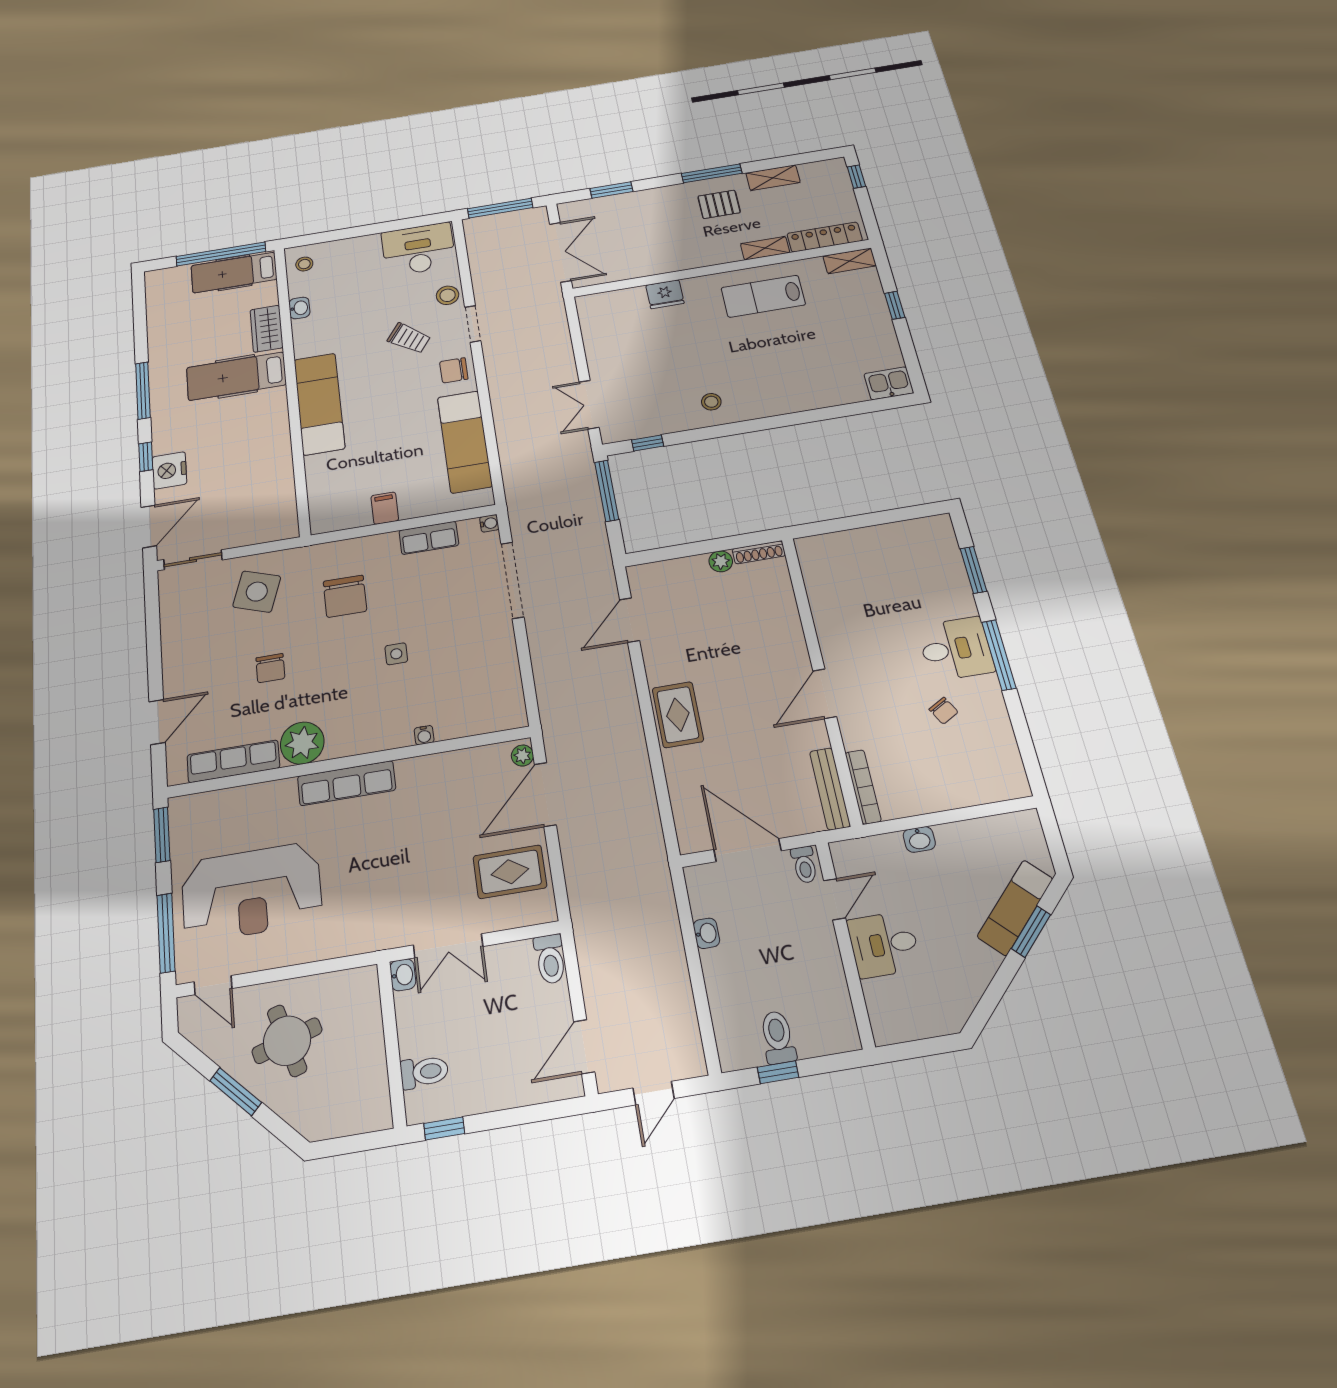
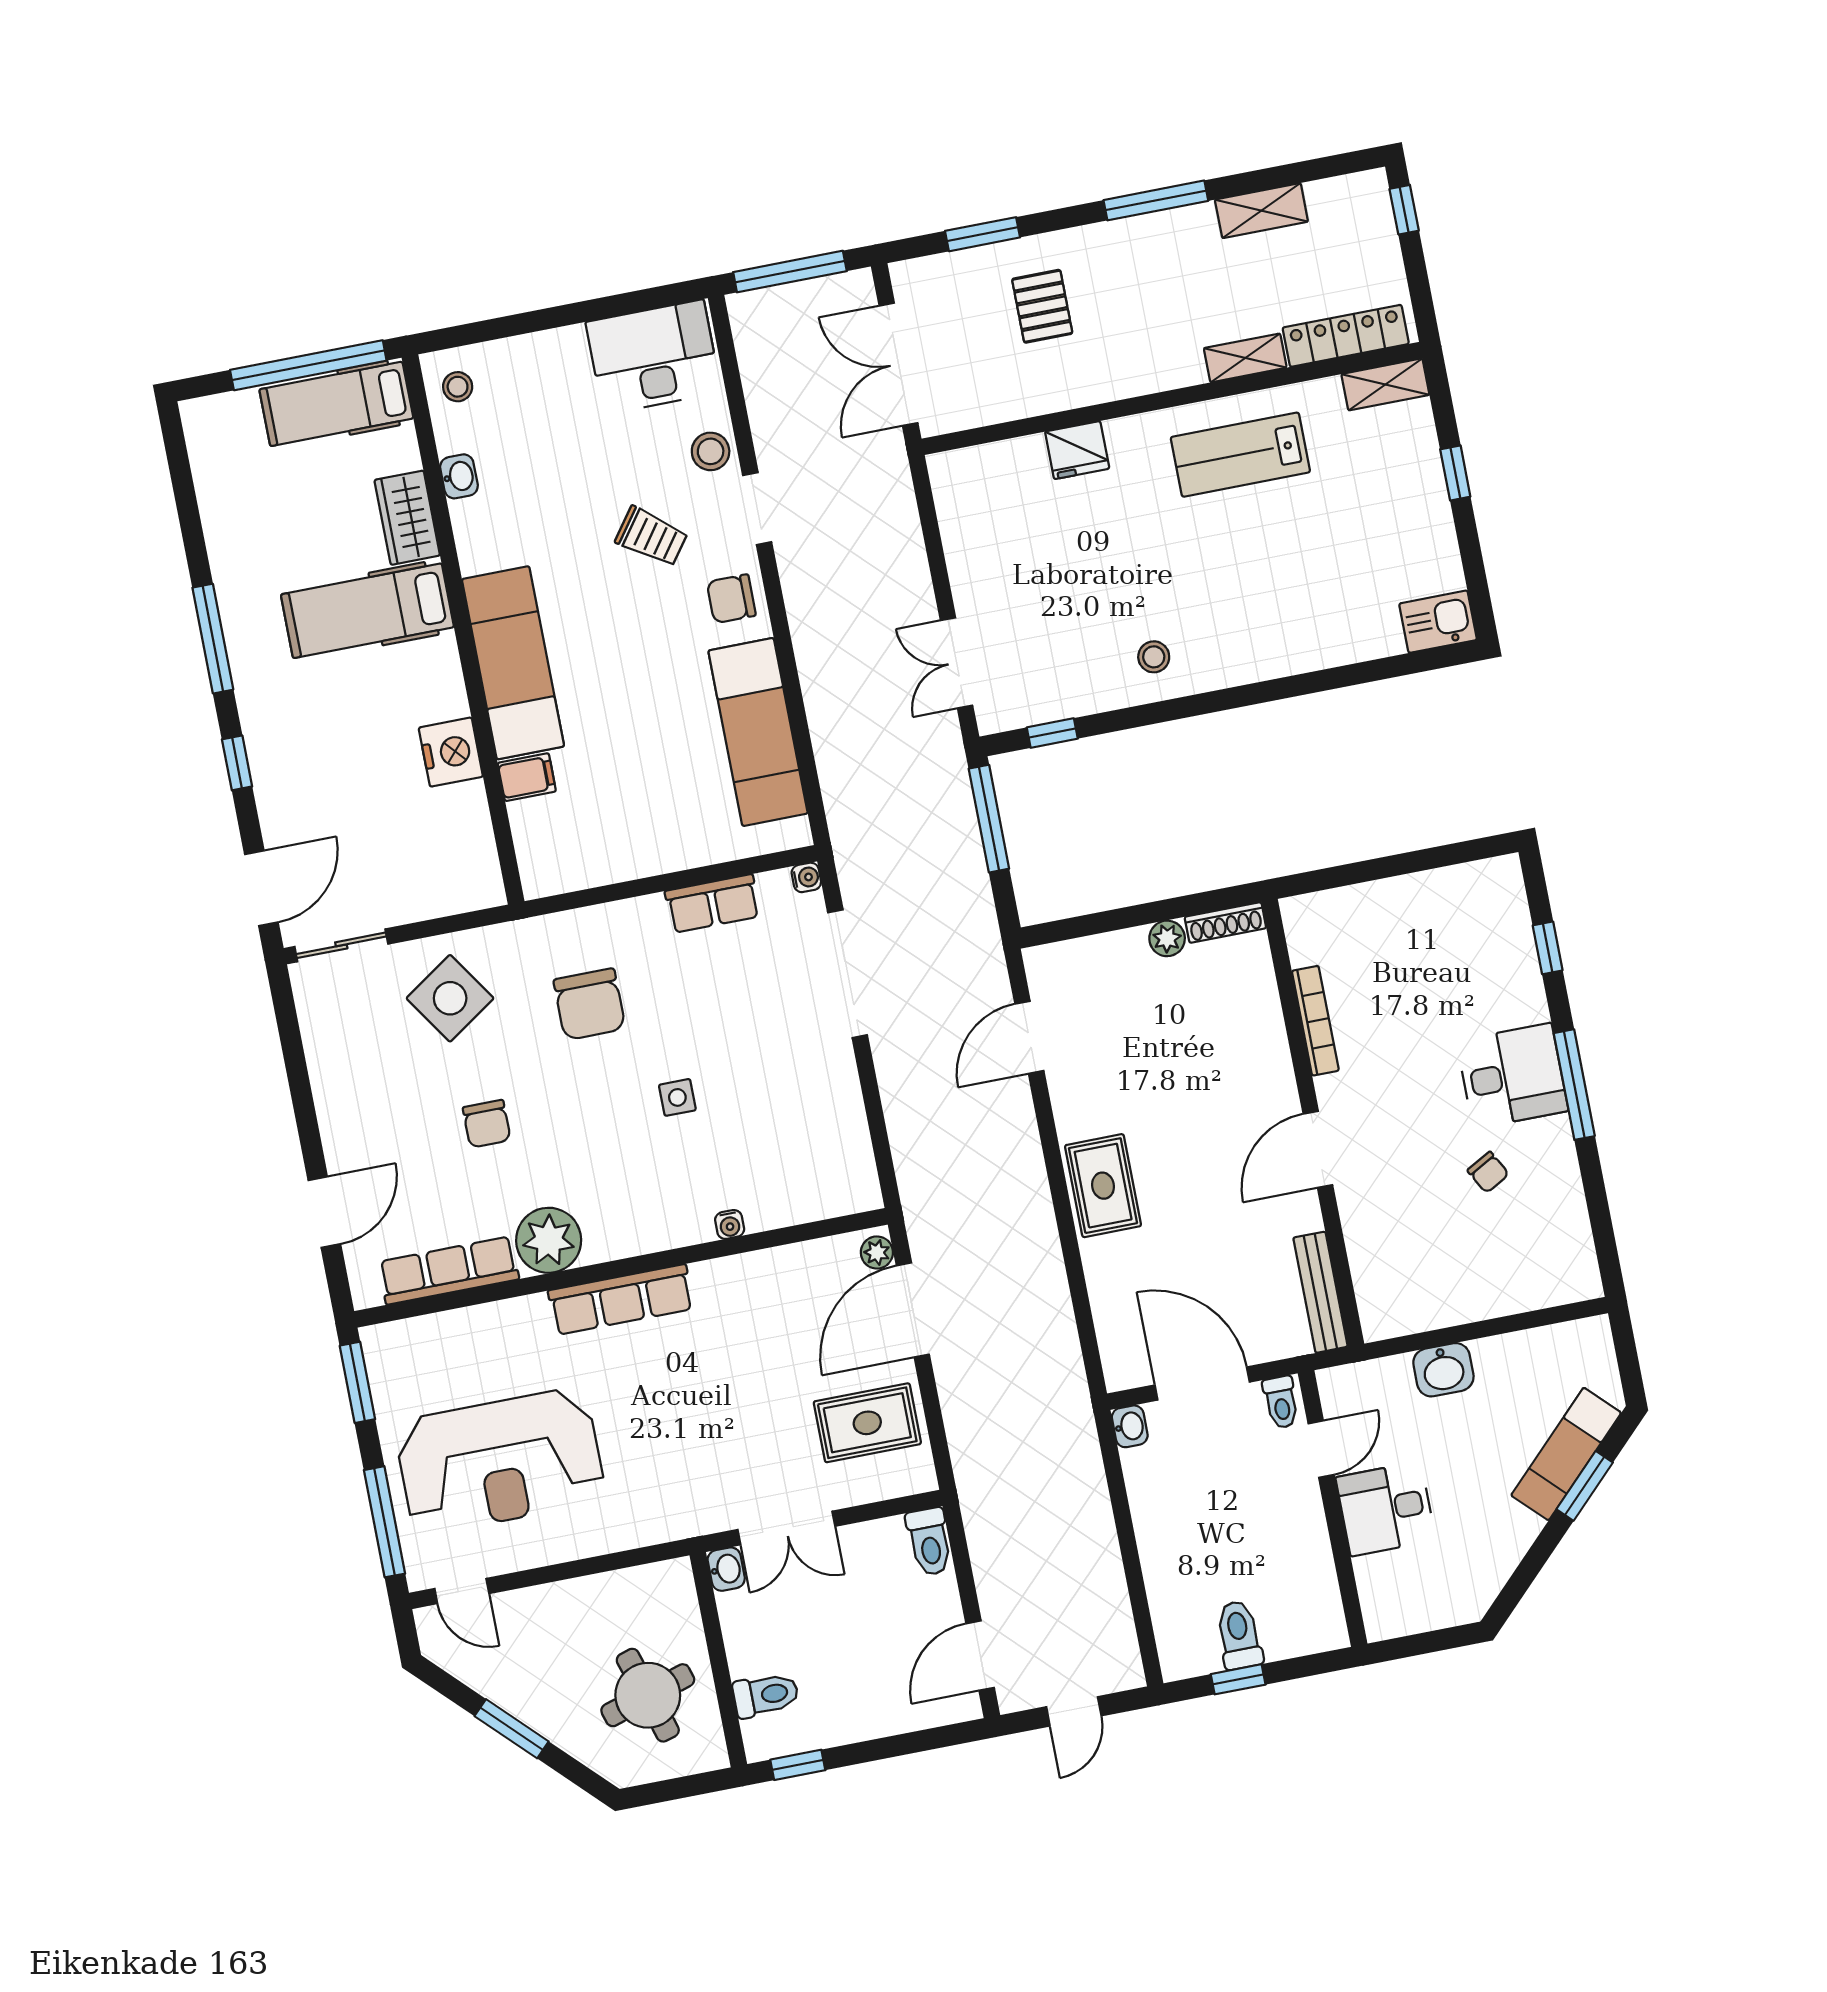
pallet: (719, 204) -> (1042, 306), moved, turned 90
double door: (560, 252) -> (898, 364), swing flipped
nightstand: (169, 470) -> (451, 752), moved, turned 180
filing cabinet: (385, 508) -> (527, 777), moved, turned 90
window: (973, 570) -> (1548, 948), width x0.67
side table: (257, 592) -> (450, 998), turned 37
bookcase: (863, 787) -> (1315, 1021), moved
washbasin: (919, 839) -> (1443, 1370), width x1.38, depth x1.45
washbasin: (706, 933) -> (1130, 1426), moved
round table: (287, 1041) -> (648, 1695), moved

